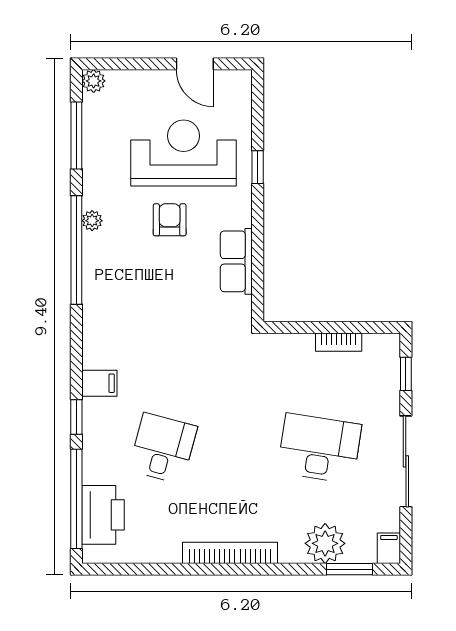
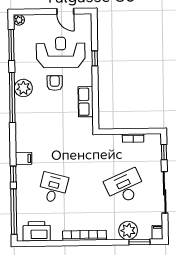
plant: (92, 221) -> (23, 88), width x1.88, depth x1.88
desk: (319, 448) -> (125, 187), turned -33
printer: (103, 515) -> (37, 231), moved, turned -90

